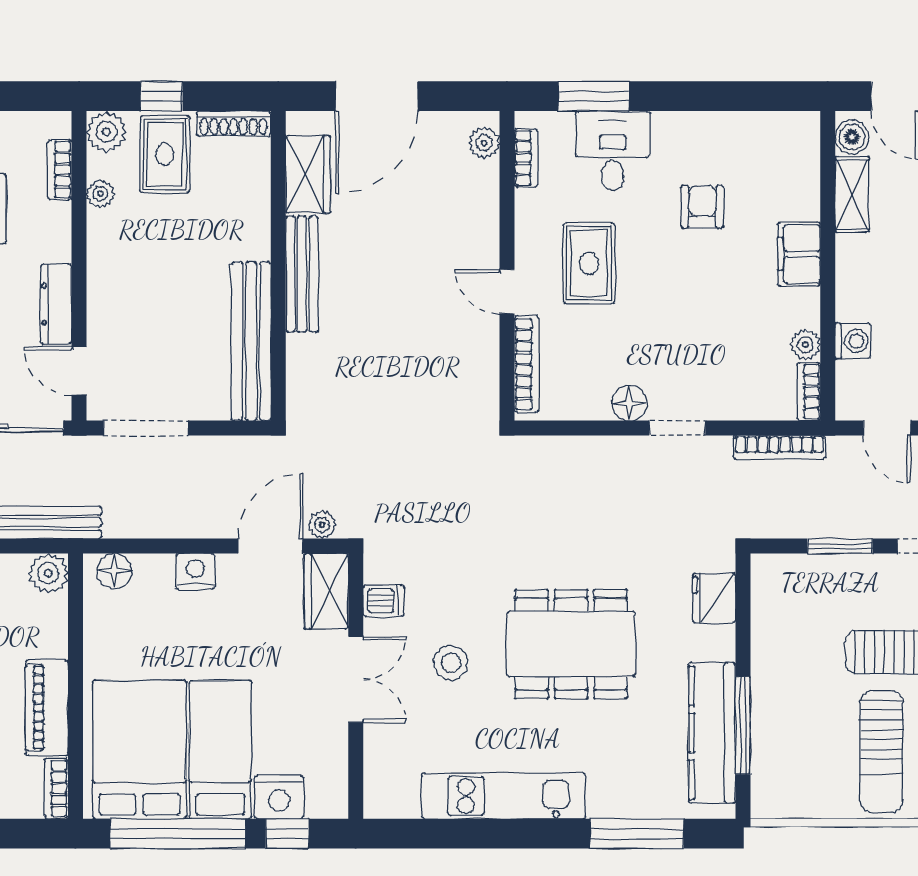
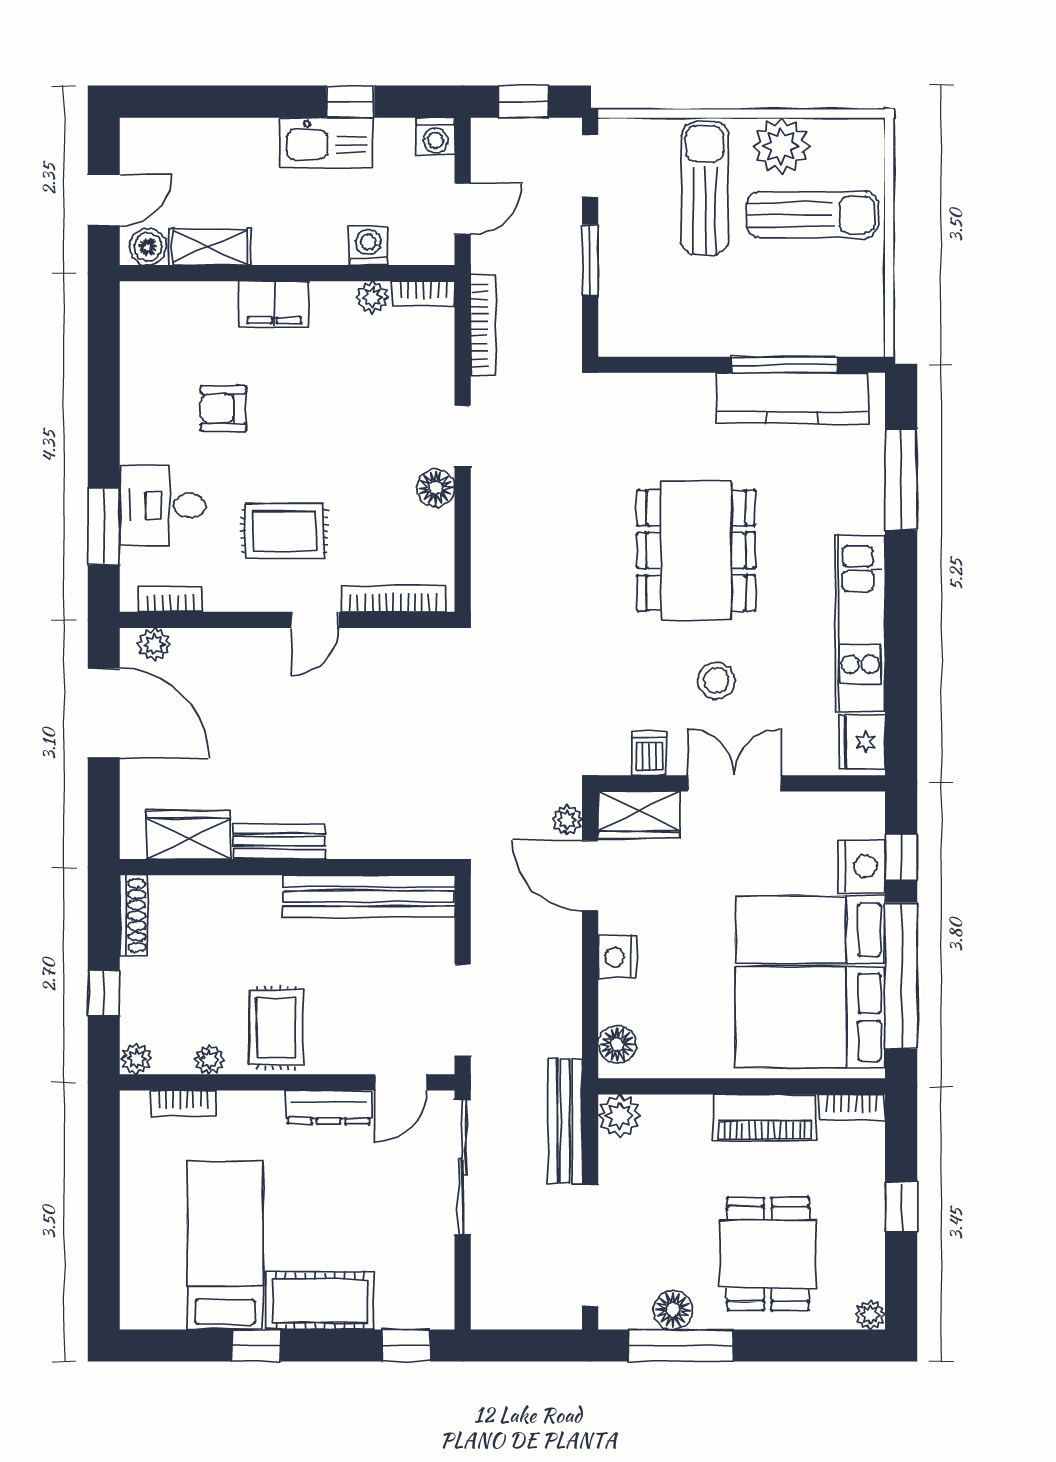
door: (377, 96) -> (104, 713), moved
plant: (106, 132) -> (136, 1059), width x0.73, depth x0.73
rug: (165, 154) -> (276, 1028), moved, turned 90
bench: (302, 274) -> (279, 842), width x0.73
fridge: (714, 598) -> (862, 742), moved, turned 90

